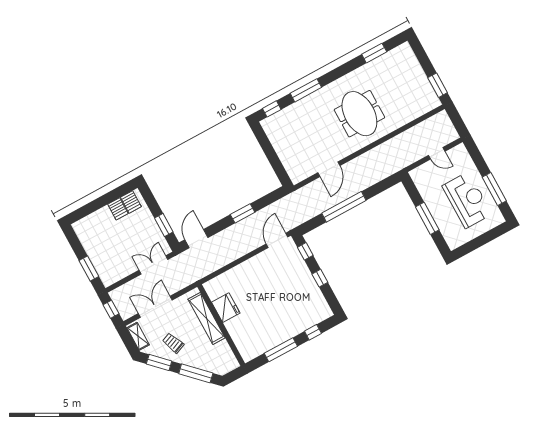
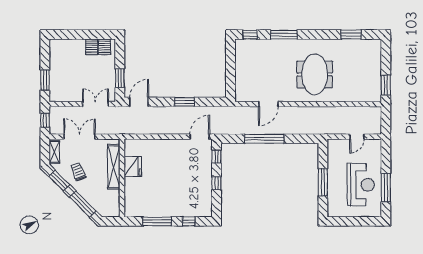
door: (437, 153) -> (357, 137), hinge flipped

